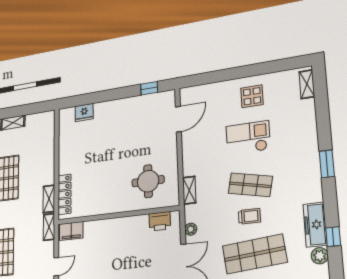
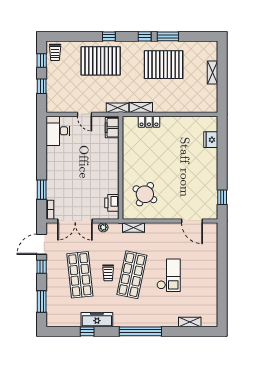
shelving: (307, 84) -> (190, 322), moved
display table: (252, 96) -> (201, 280), removed
window: (327, 164) -> (140, 331), width x2.11
round table: (148, 181) -> (145, 194), turned 32
shop shelf: (250, 185) -> (132, 275), width x1.43, depth x1.36
locker: (65, 194) -> (149, 122), width x0.66
plant: (320, 256) -> (74, 321), removed

